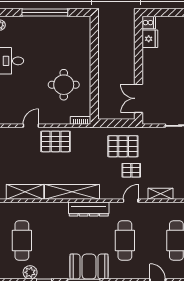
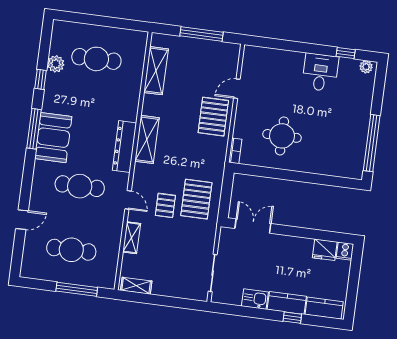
window: (45, 13) -> (372, 143), moved
door: (31, 126) -> (237, 89), swing flipped
shelving: (72, 192) -> (147, 139), width x0.68

